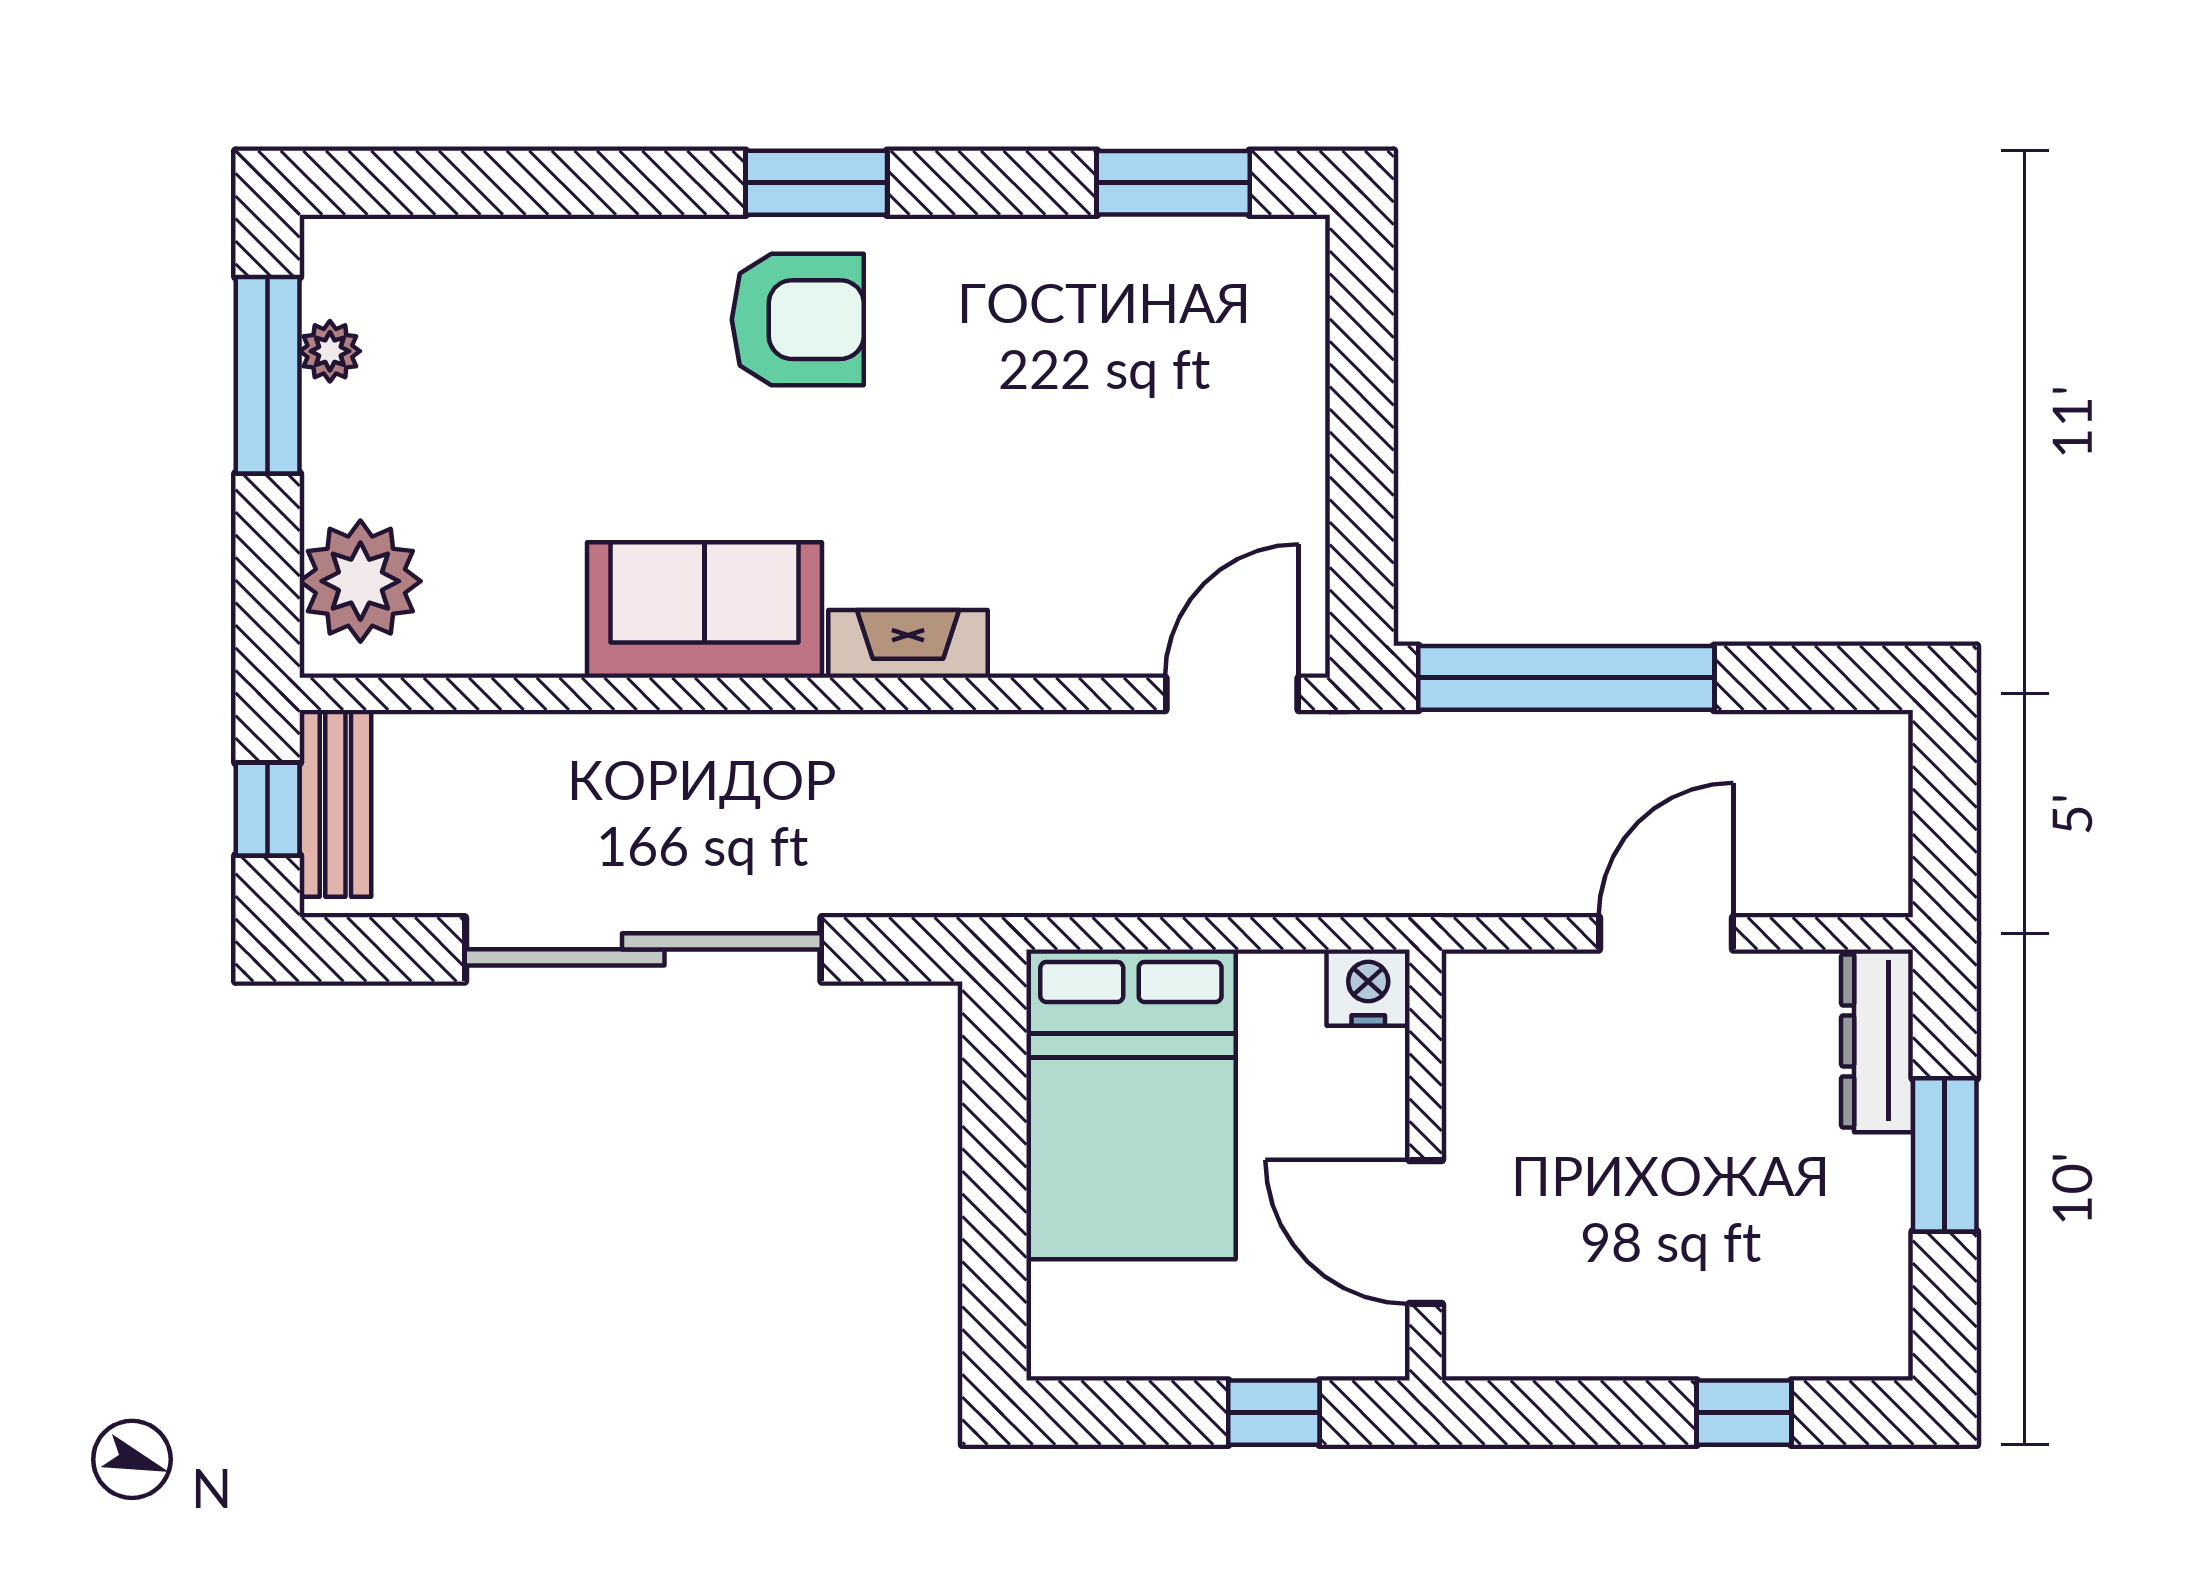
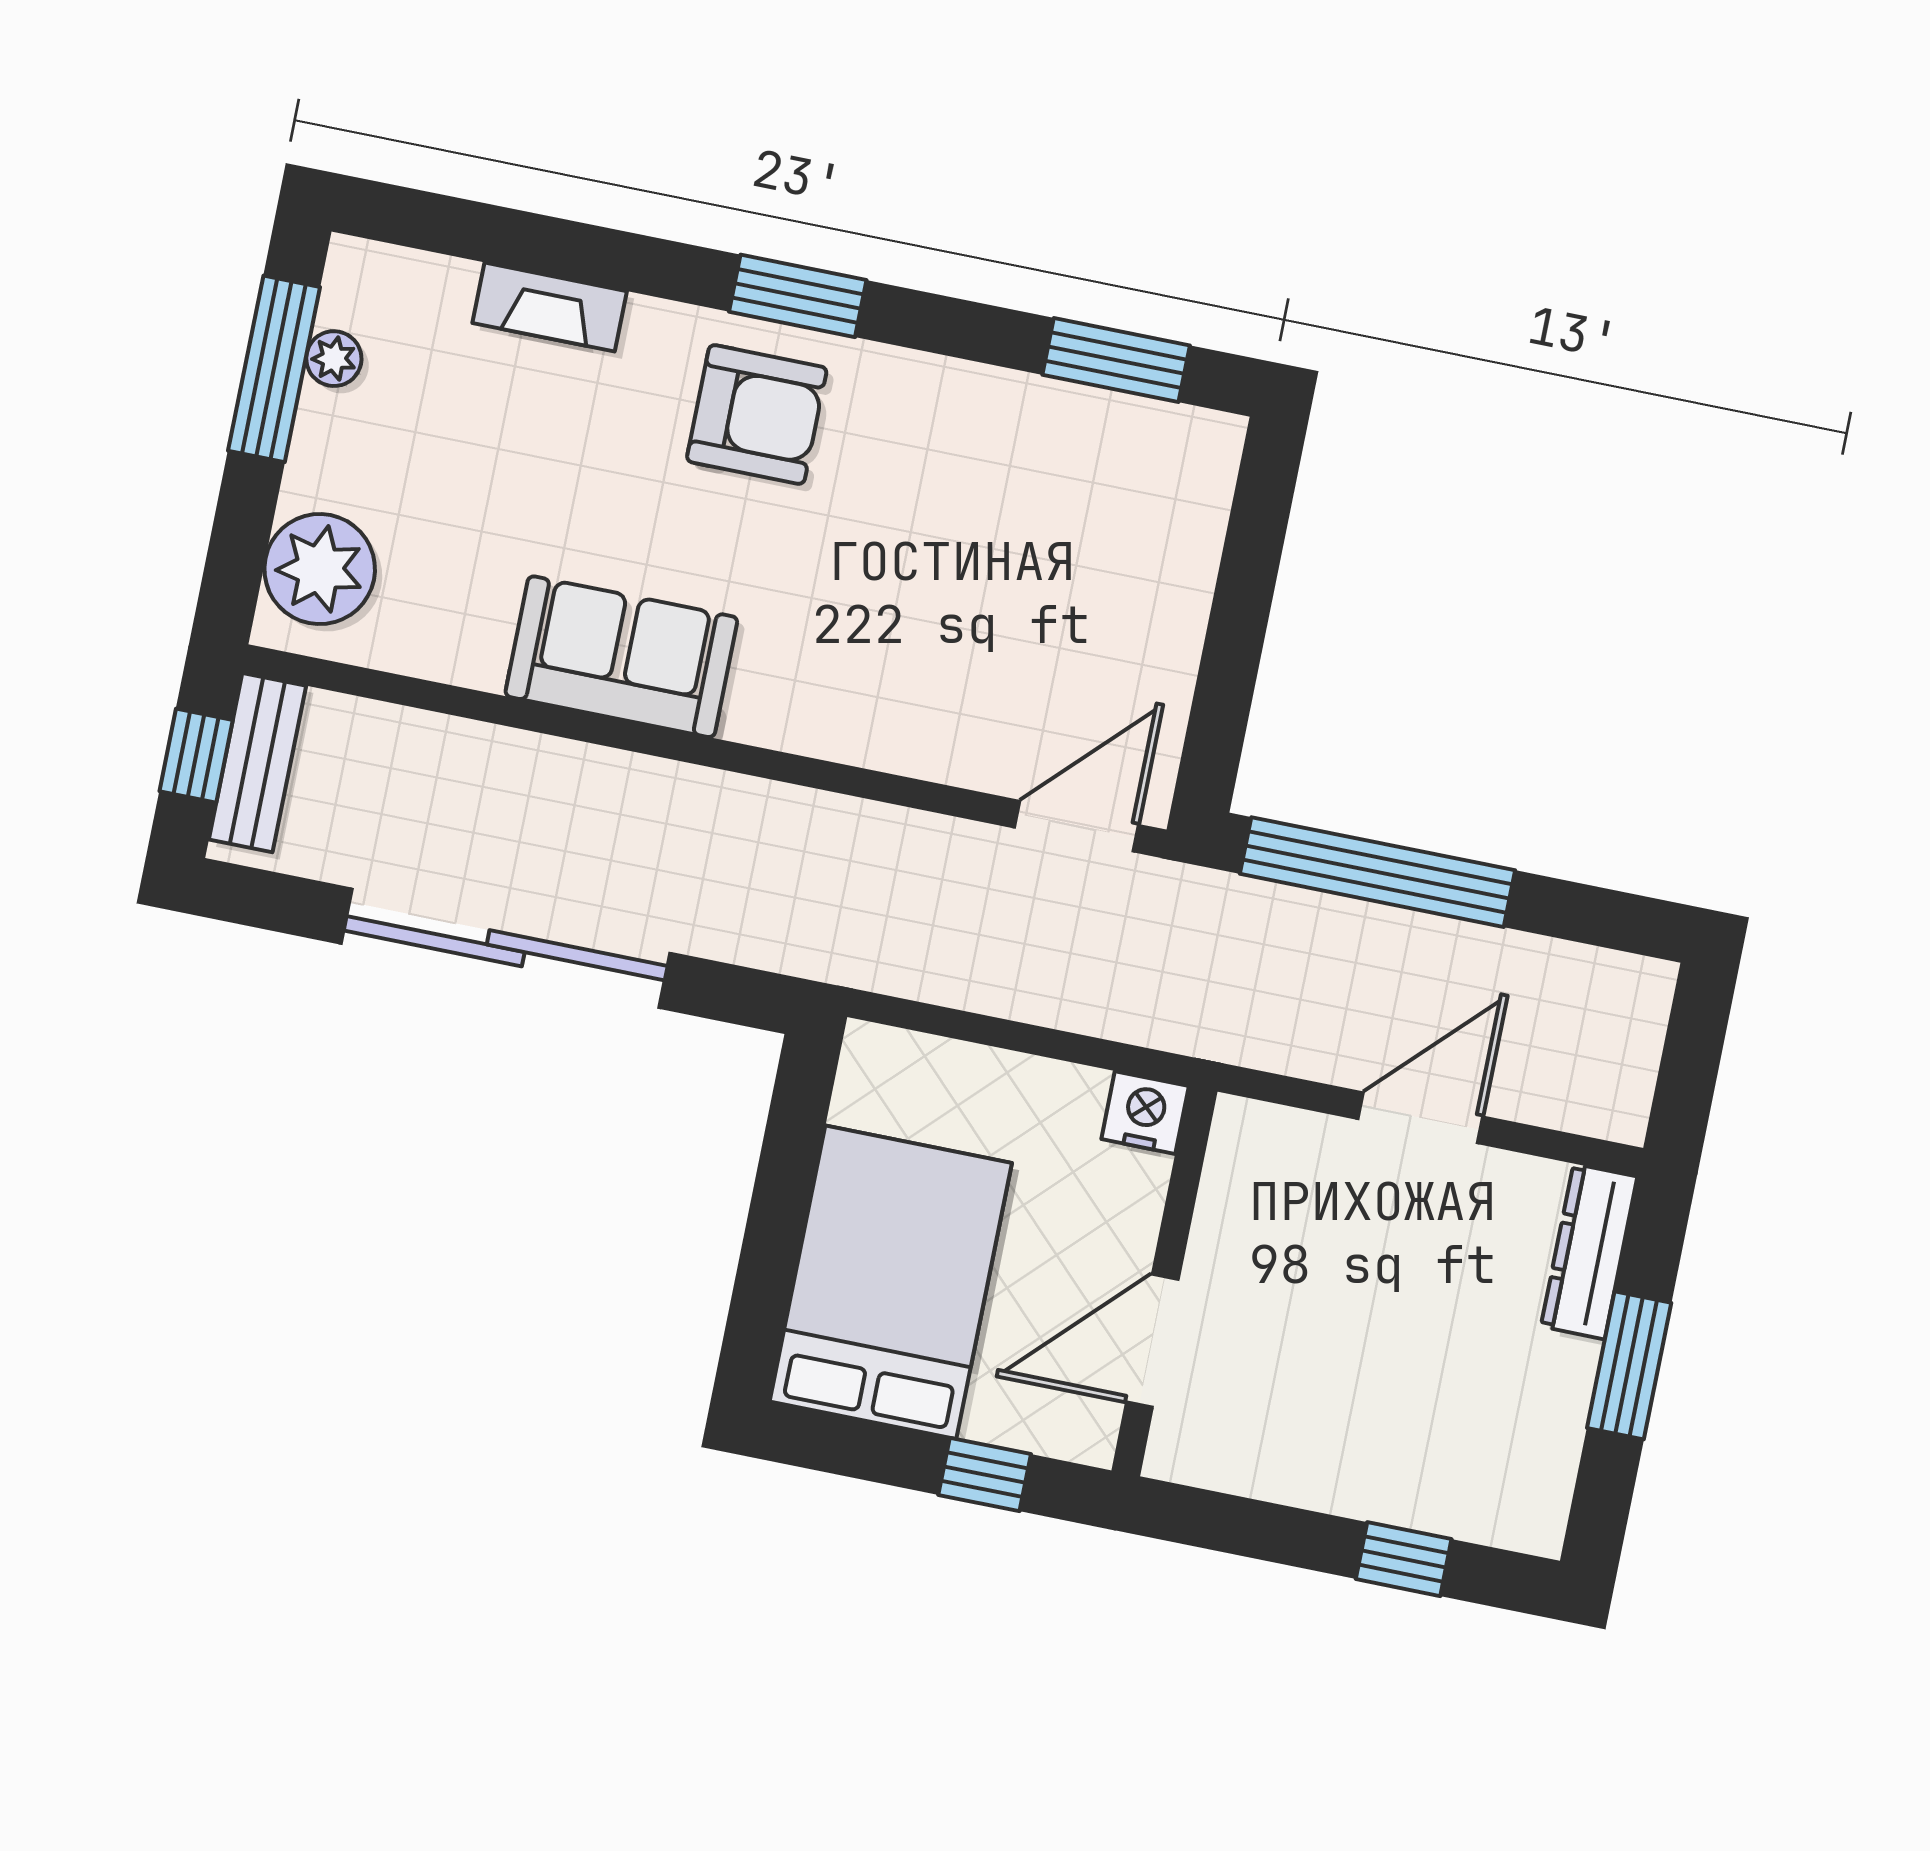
fireplace: (908, 644) -> (550, 307), moved, turned 180
bed: (1131, 1104) -> (891, 1282), moved, turned 180
door: (1426, 1232) -> (1152, 1341), hinge flipped

